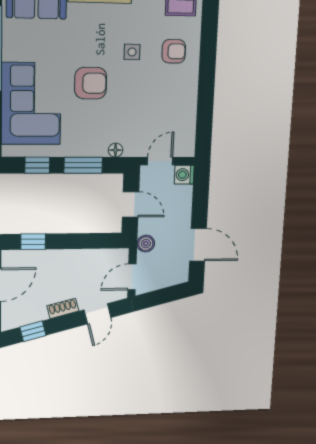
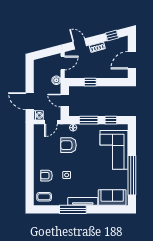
armchair: (91, 83) -> (68, 145), moved
window: (33, 242) -> (90, 82), moved
door: (198, 245) -> (30, 101), moved
door: (97, 314) -> (80, 44), hinge flipped

